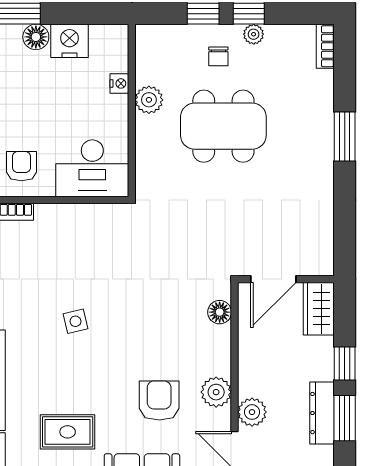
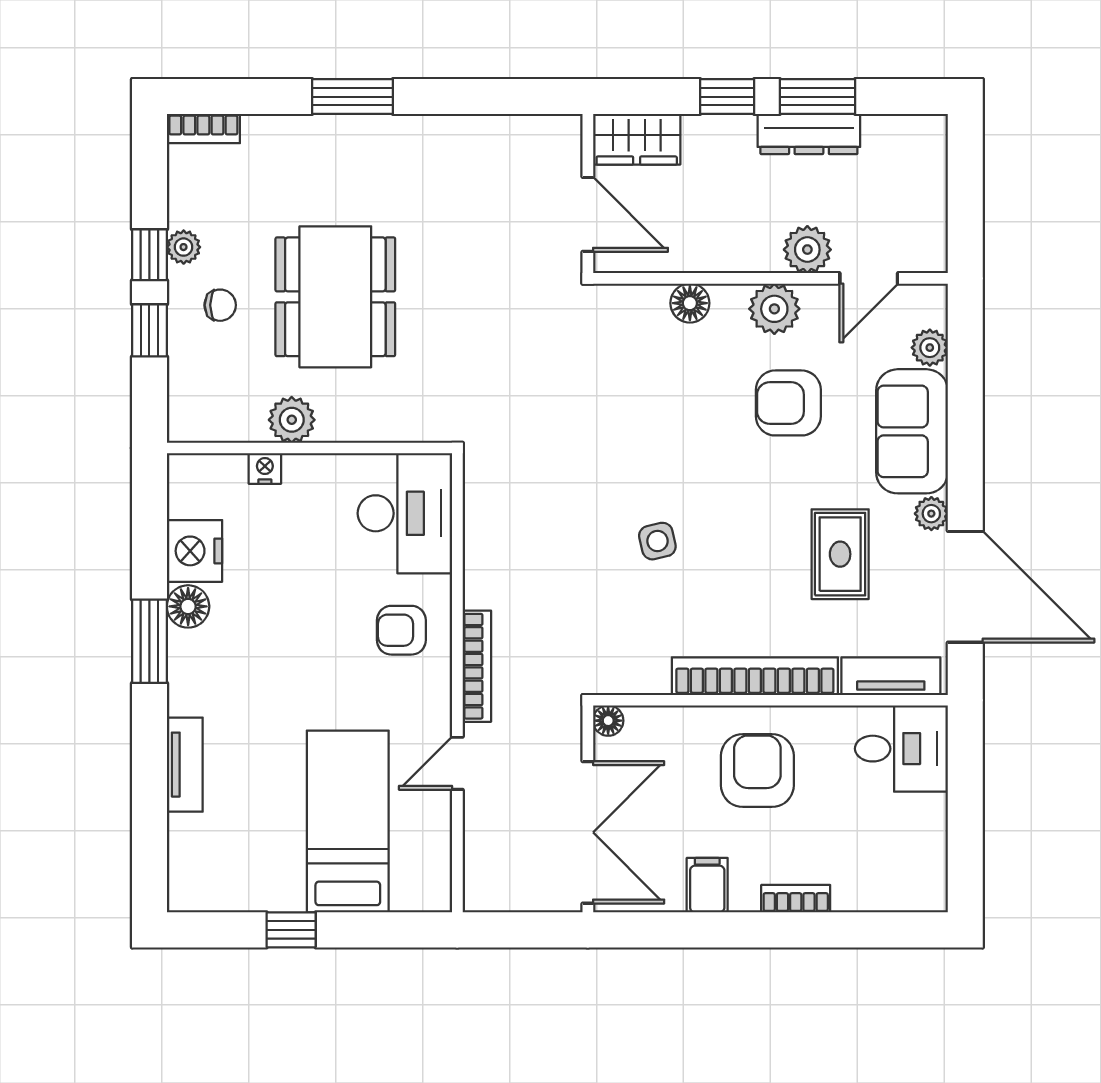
floor lamp: (220, 312) -> (690, 303), moved

